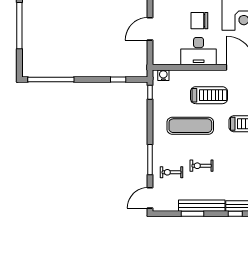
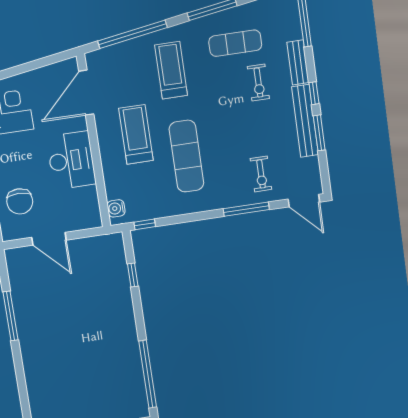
chair: (199, 21) -> (20, 201), moved
exercise bike: (202, 166) -> (258, 83), moved
window: (235, 214) -> (314, 93), moved

